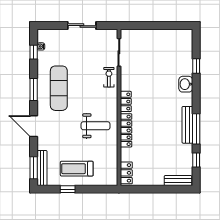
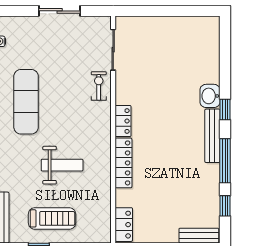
window: (196, 66) -> (225, 109), moved
bench: (187, 125) -> (212, 136), moved
weight bench: (96, 126) -> (62, 165), moved
treadmill: (77, 169) -> (52, 218), turned 180

